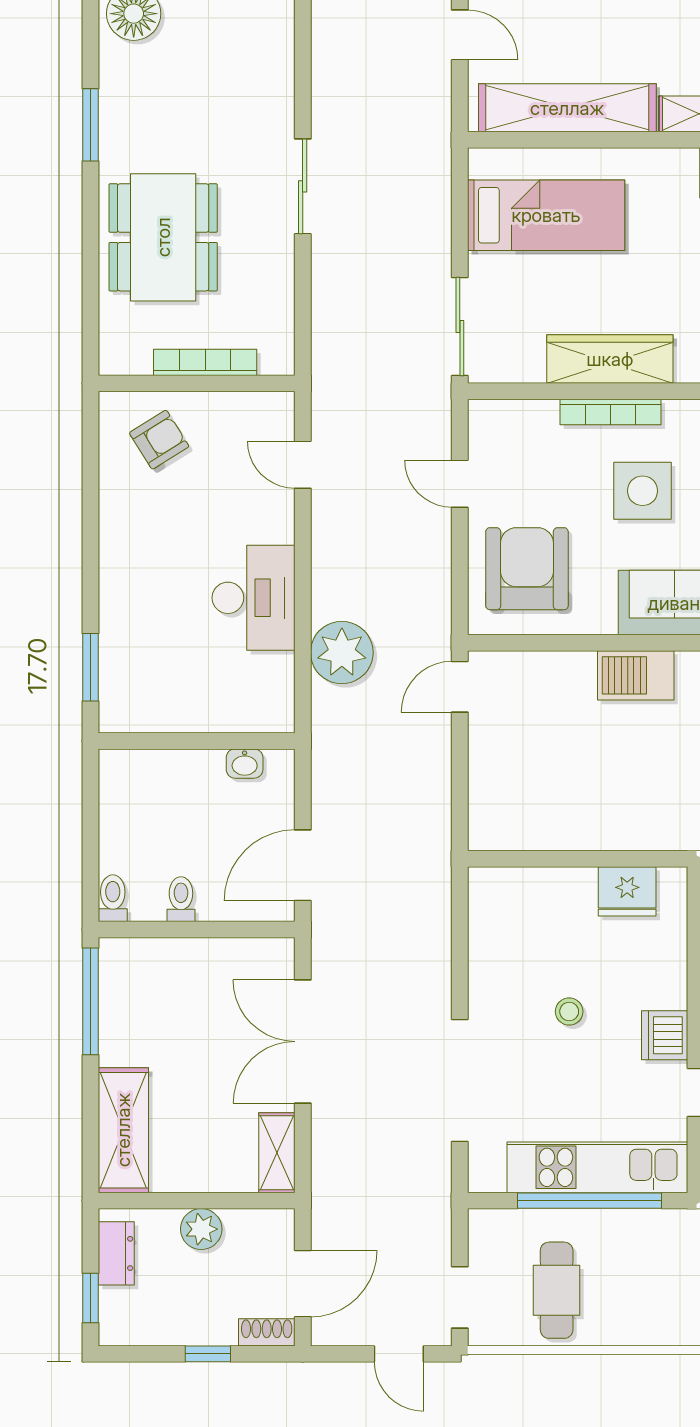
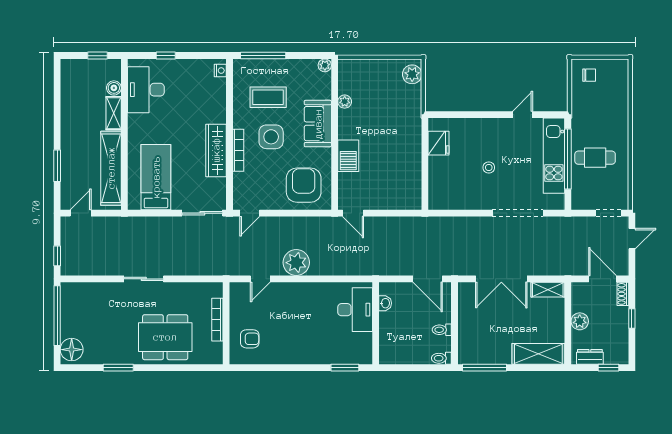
armchair: (159, 440) -> (250, 339), turned 122
door: (460, 484) -> (250, 213), moved
armchair: (527, 569) -> (304, 185), turned 90
desk: (253, 598) -> (355, 310), moved, turned 90
plant: (342, 653) -> (296, 263), moved
barbecue: (636, 675) -> (348, 156), moved
dishwasher: (665, 1035) -> (499, 128), removed
cafe table: (557, 1290) -> (595, 158), moved

